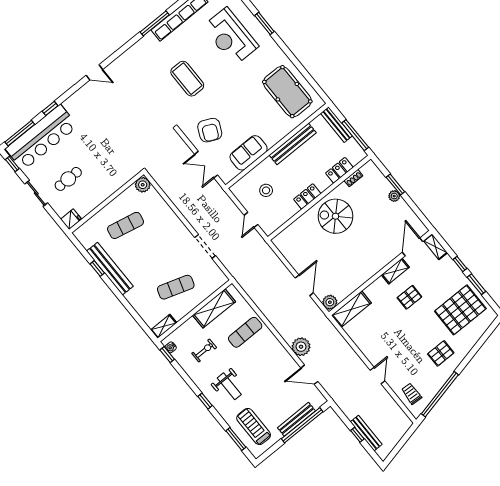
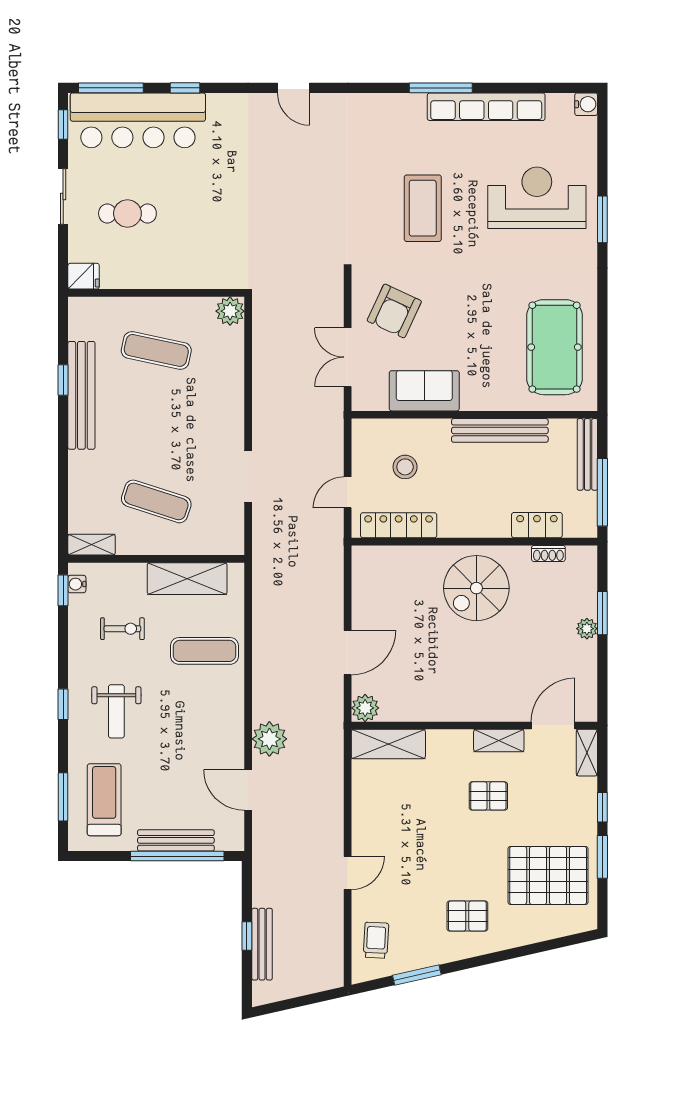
reception desk: (230, 36) -> (537, 198), turned 90
locker: (307, 196) -> (399, 525), moved, width x1.53
spiral stairs: (335, 216) -> (476, 588), turned -90
window: (440, 394) -> (417, 975), width x0.47

